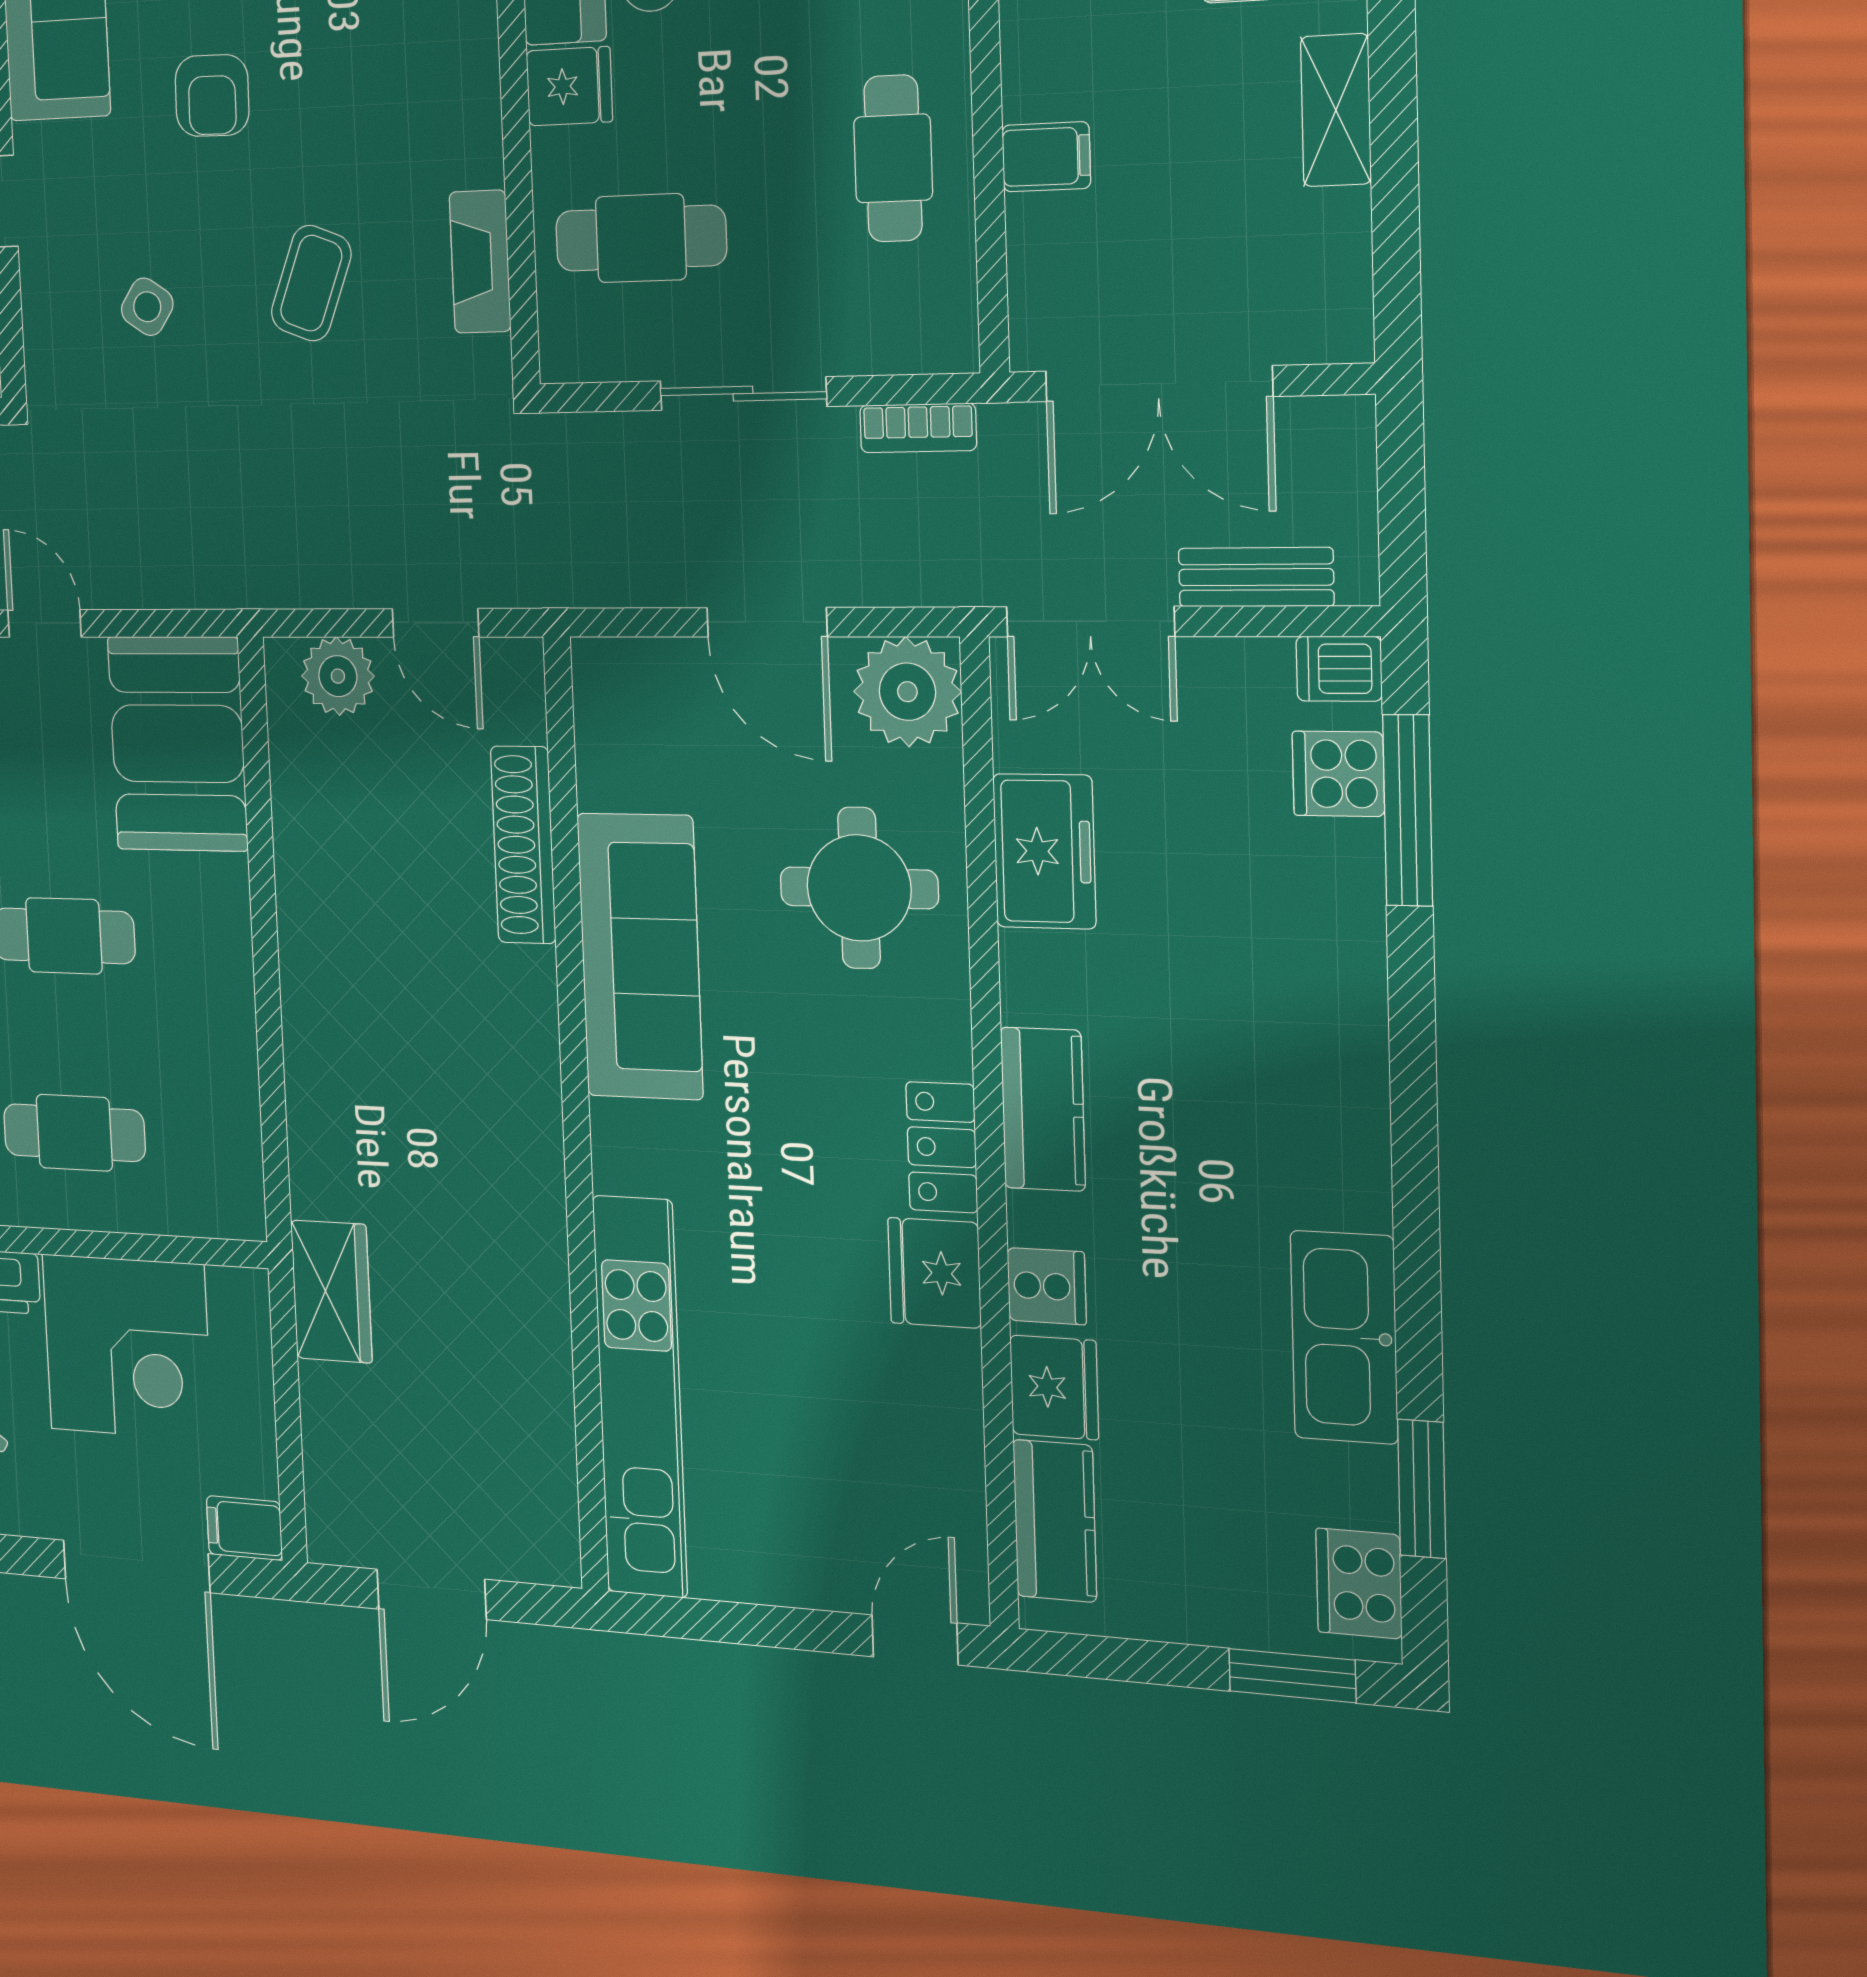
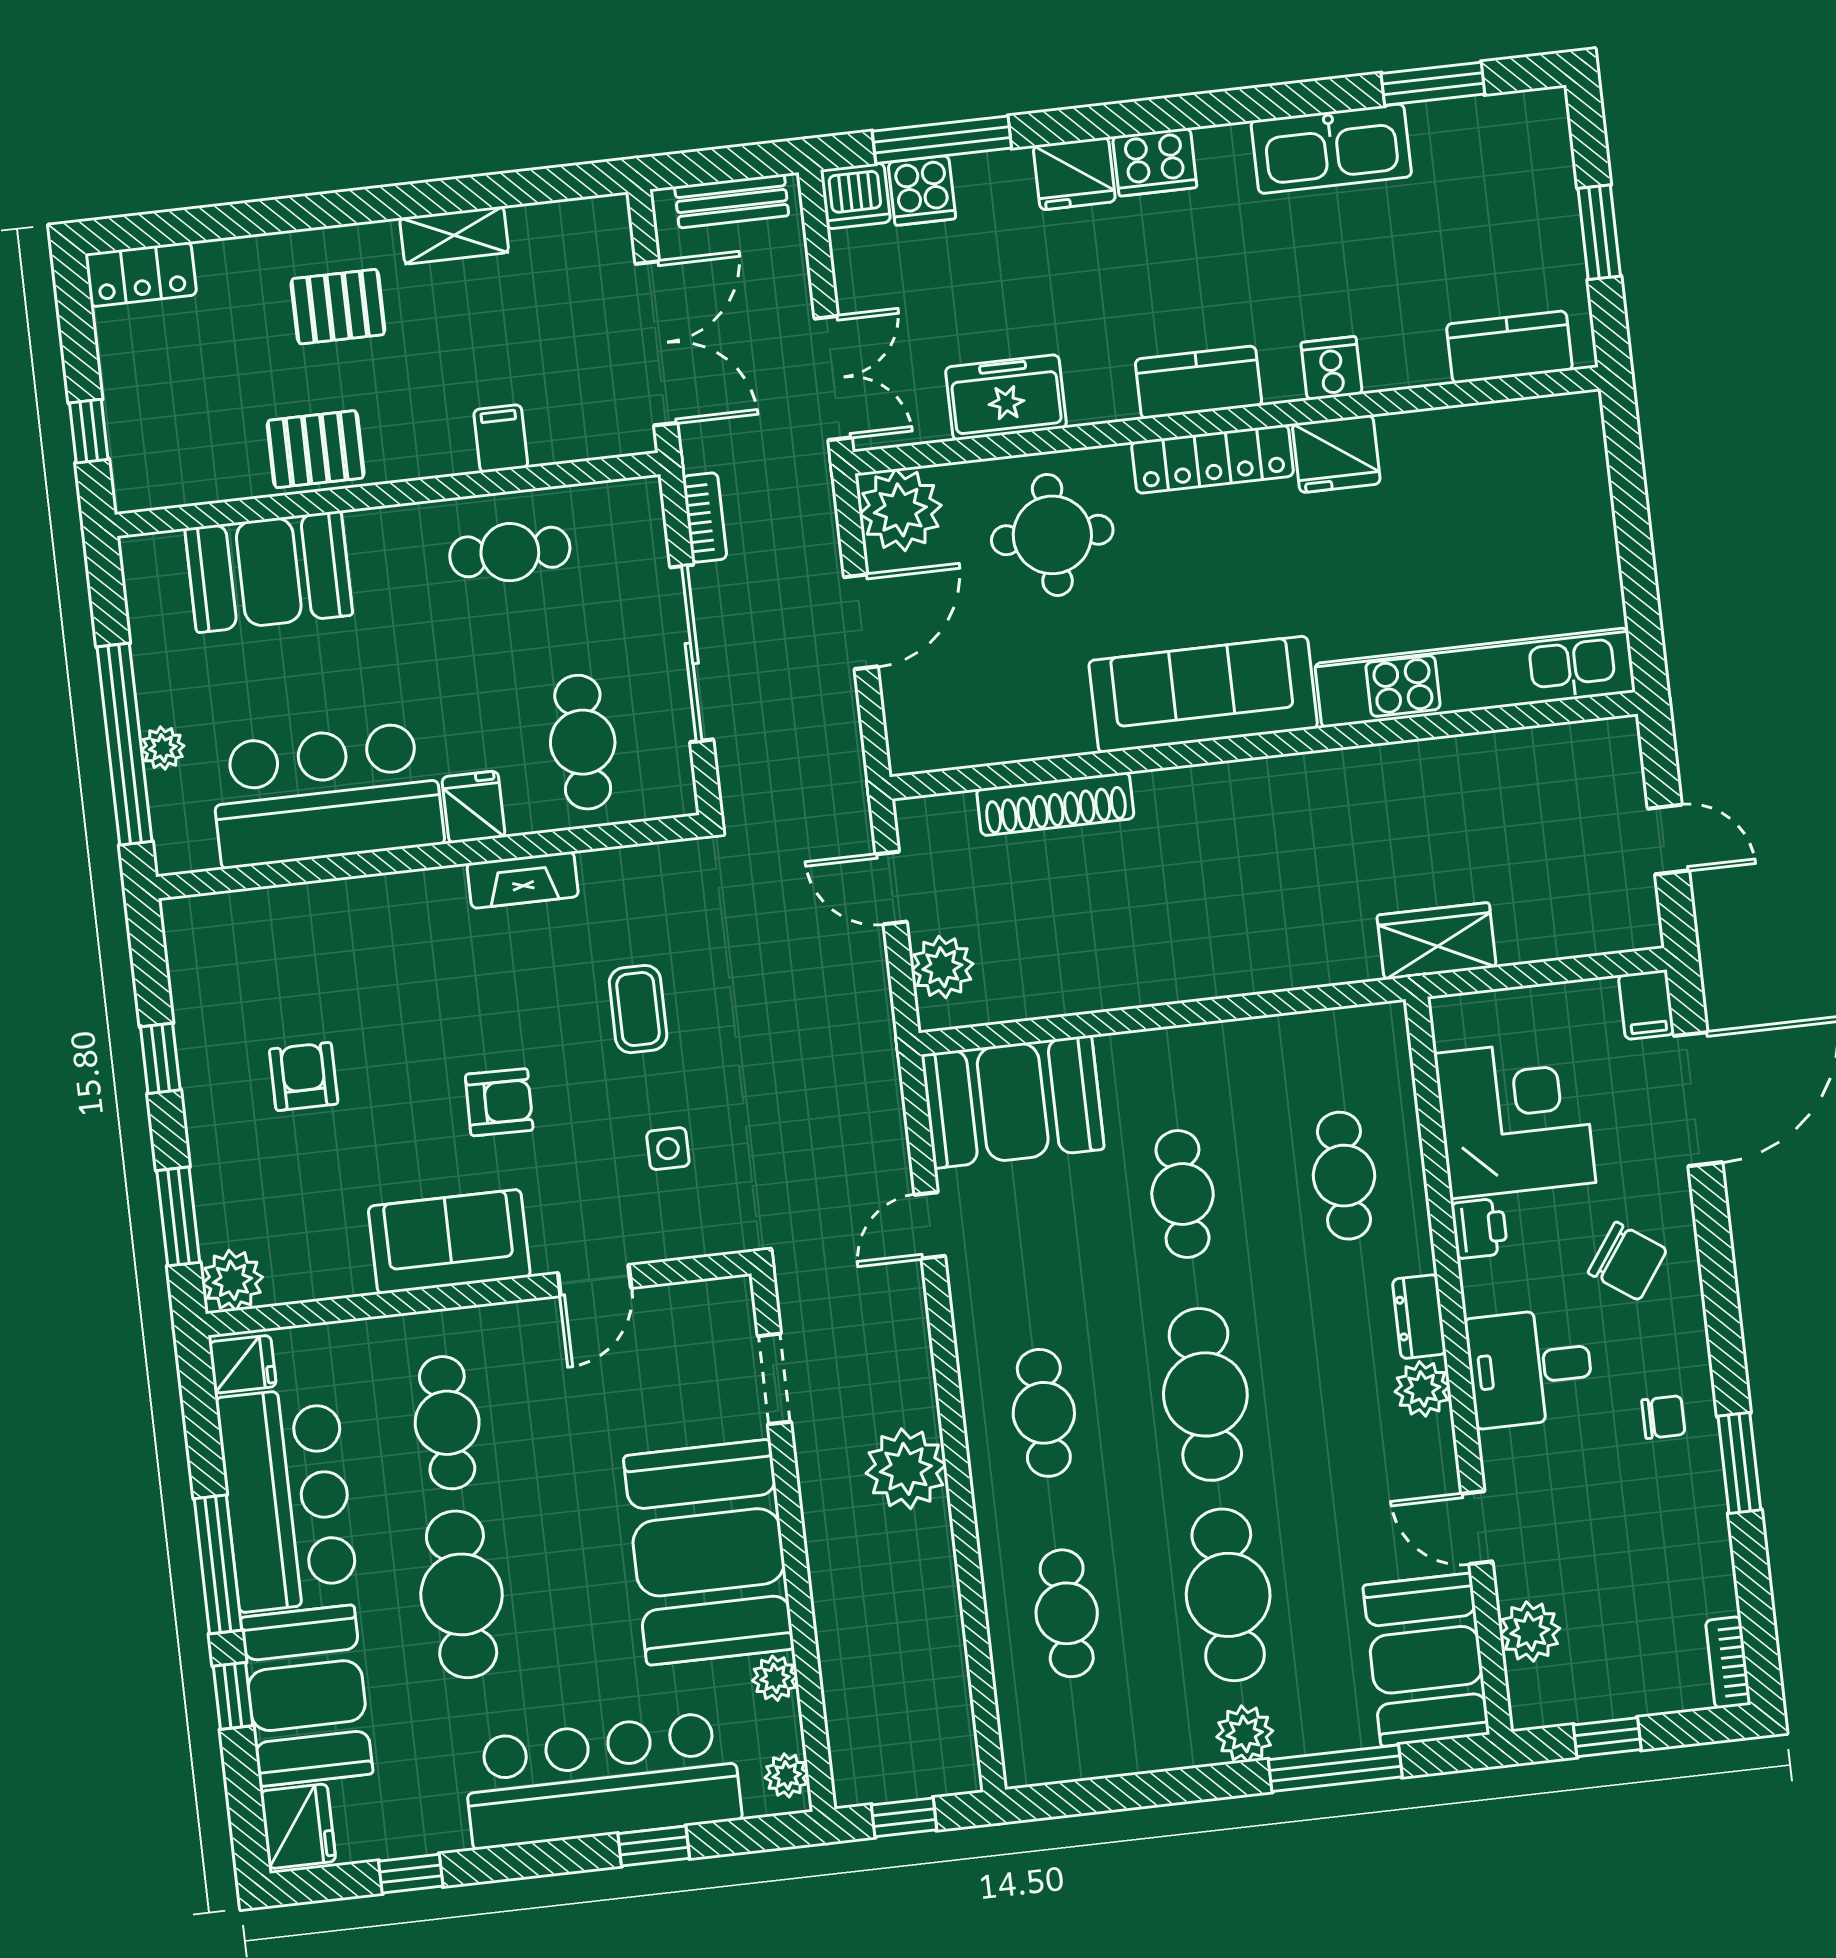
fireplace: (480, 262) -> (523, 880), moved
coffee table: (311, 283) -> (638, 1009), turned 69
side table: (147, 307) -> (668, 1149), turned -34
sliding door: (743, 394) -> (692, 653), width x1.37
bench: (1256, 577) -> (732, 201), moved, turned 90
door: (436, 623) -> (891, 888), swing flipped
dishwasher: (1339, 669) -> (855, 196), width x1.38
sofa: (640, 956) -> (1203, 694), moved
locker: (942, 1147) -> (1212, 459), width x1.53
fridge: (1054, 1387) -> (1074, 174), moved, turned 180
cooker: (1359, 1583) -> (1155, 162), moved
door: (431, 1594) -> (1668, 840), width x0.73
door: (915, 1640) -> (1624, 446), removed
window: (1292, 1676) -> (1599, 232), moved

